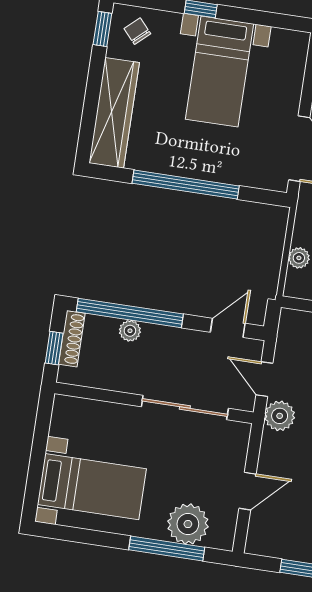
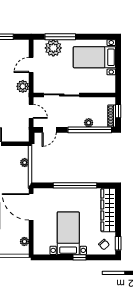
plant: (280, 416) -> (23, 86), moved

